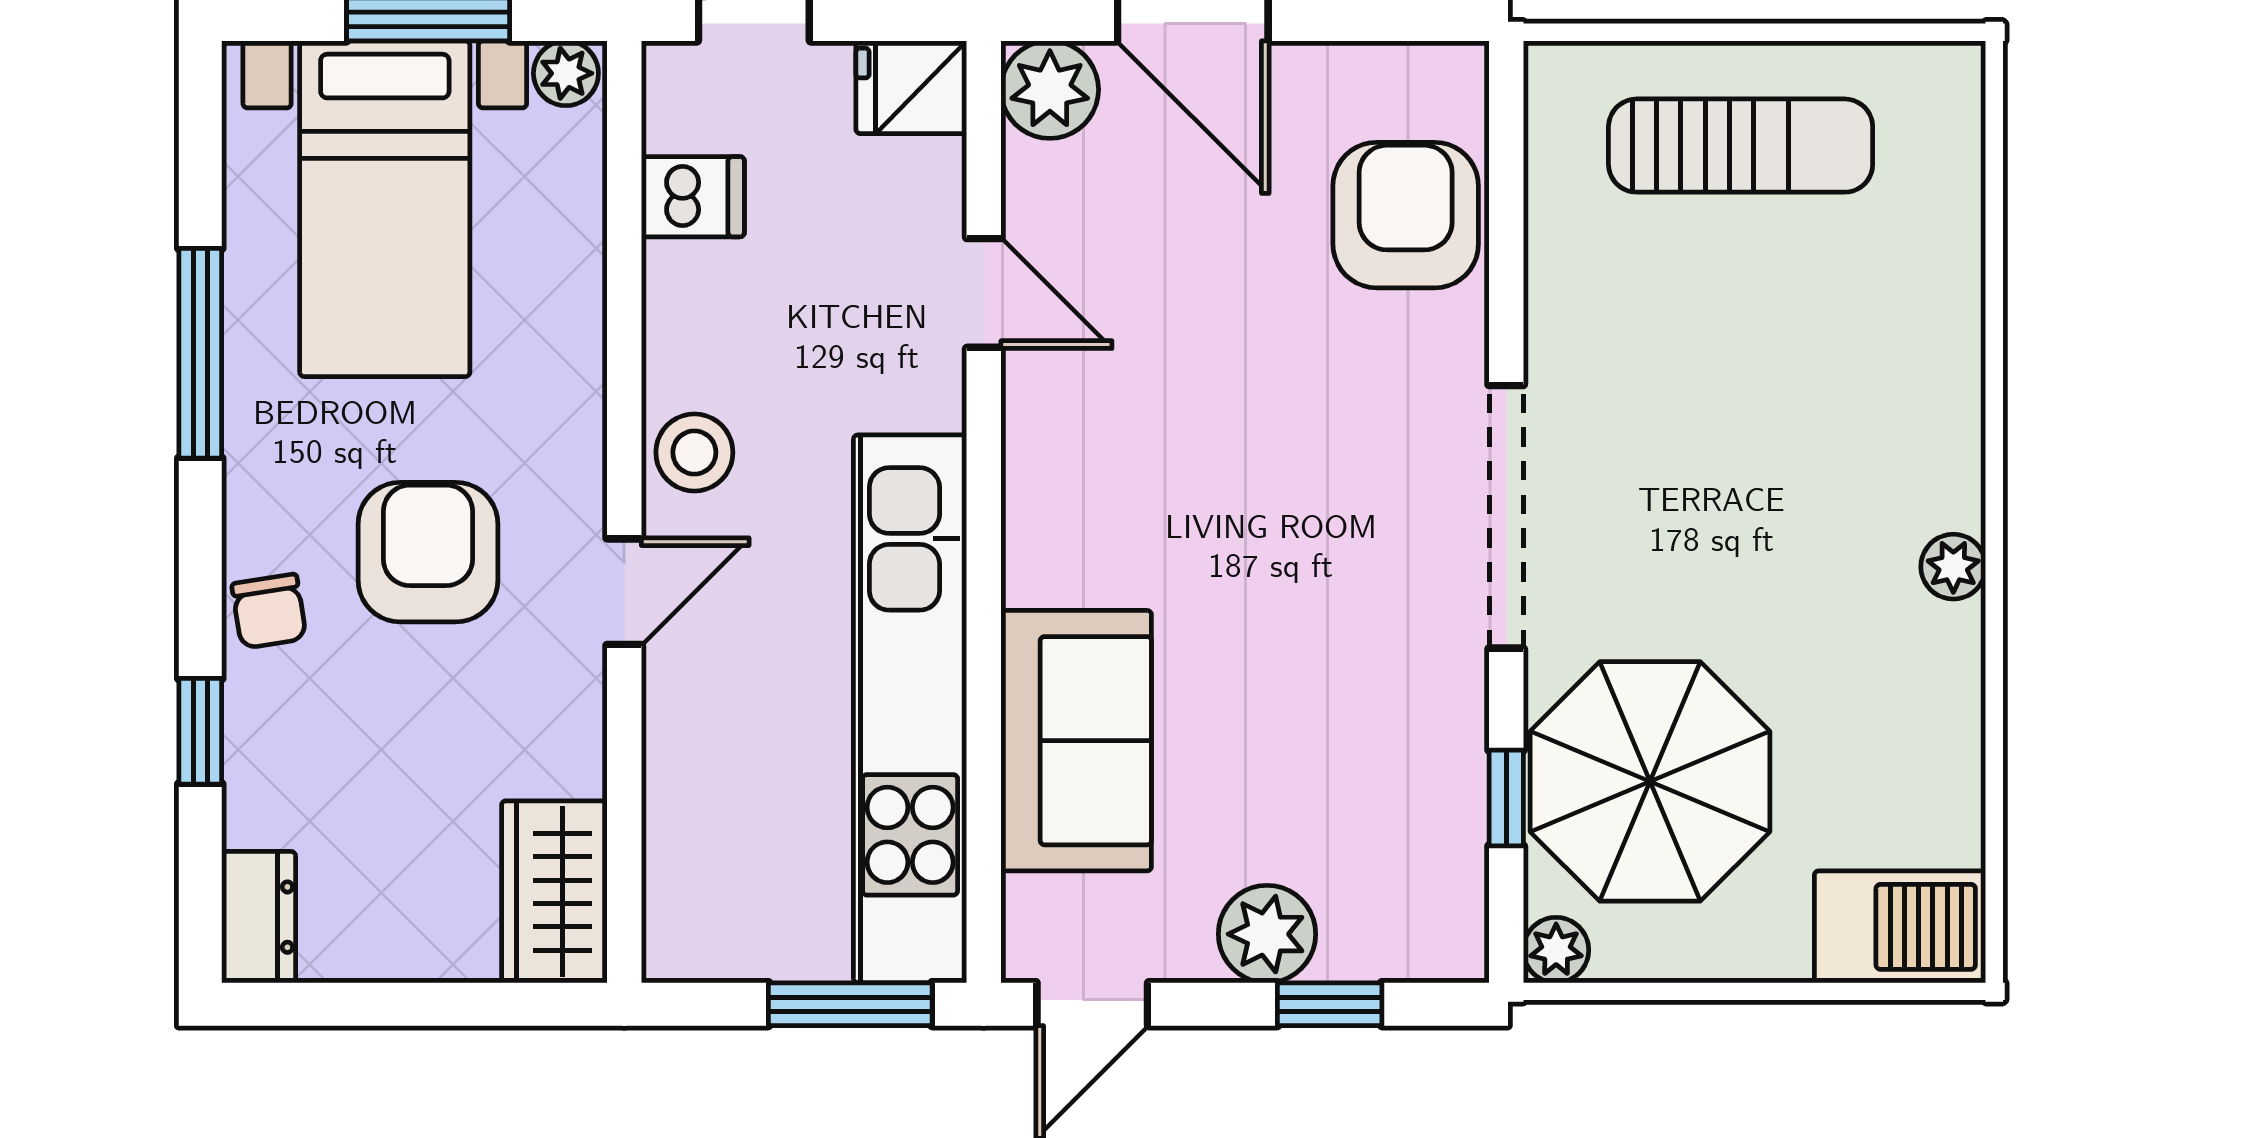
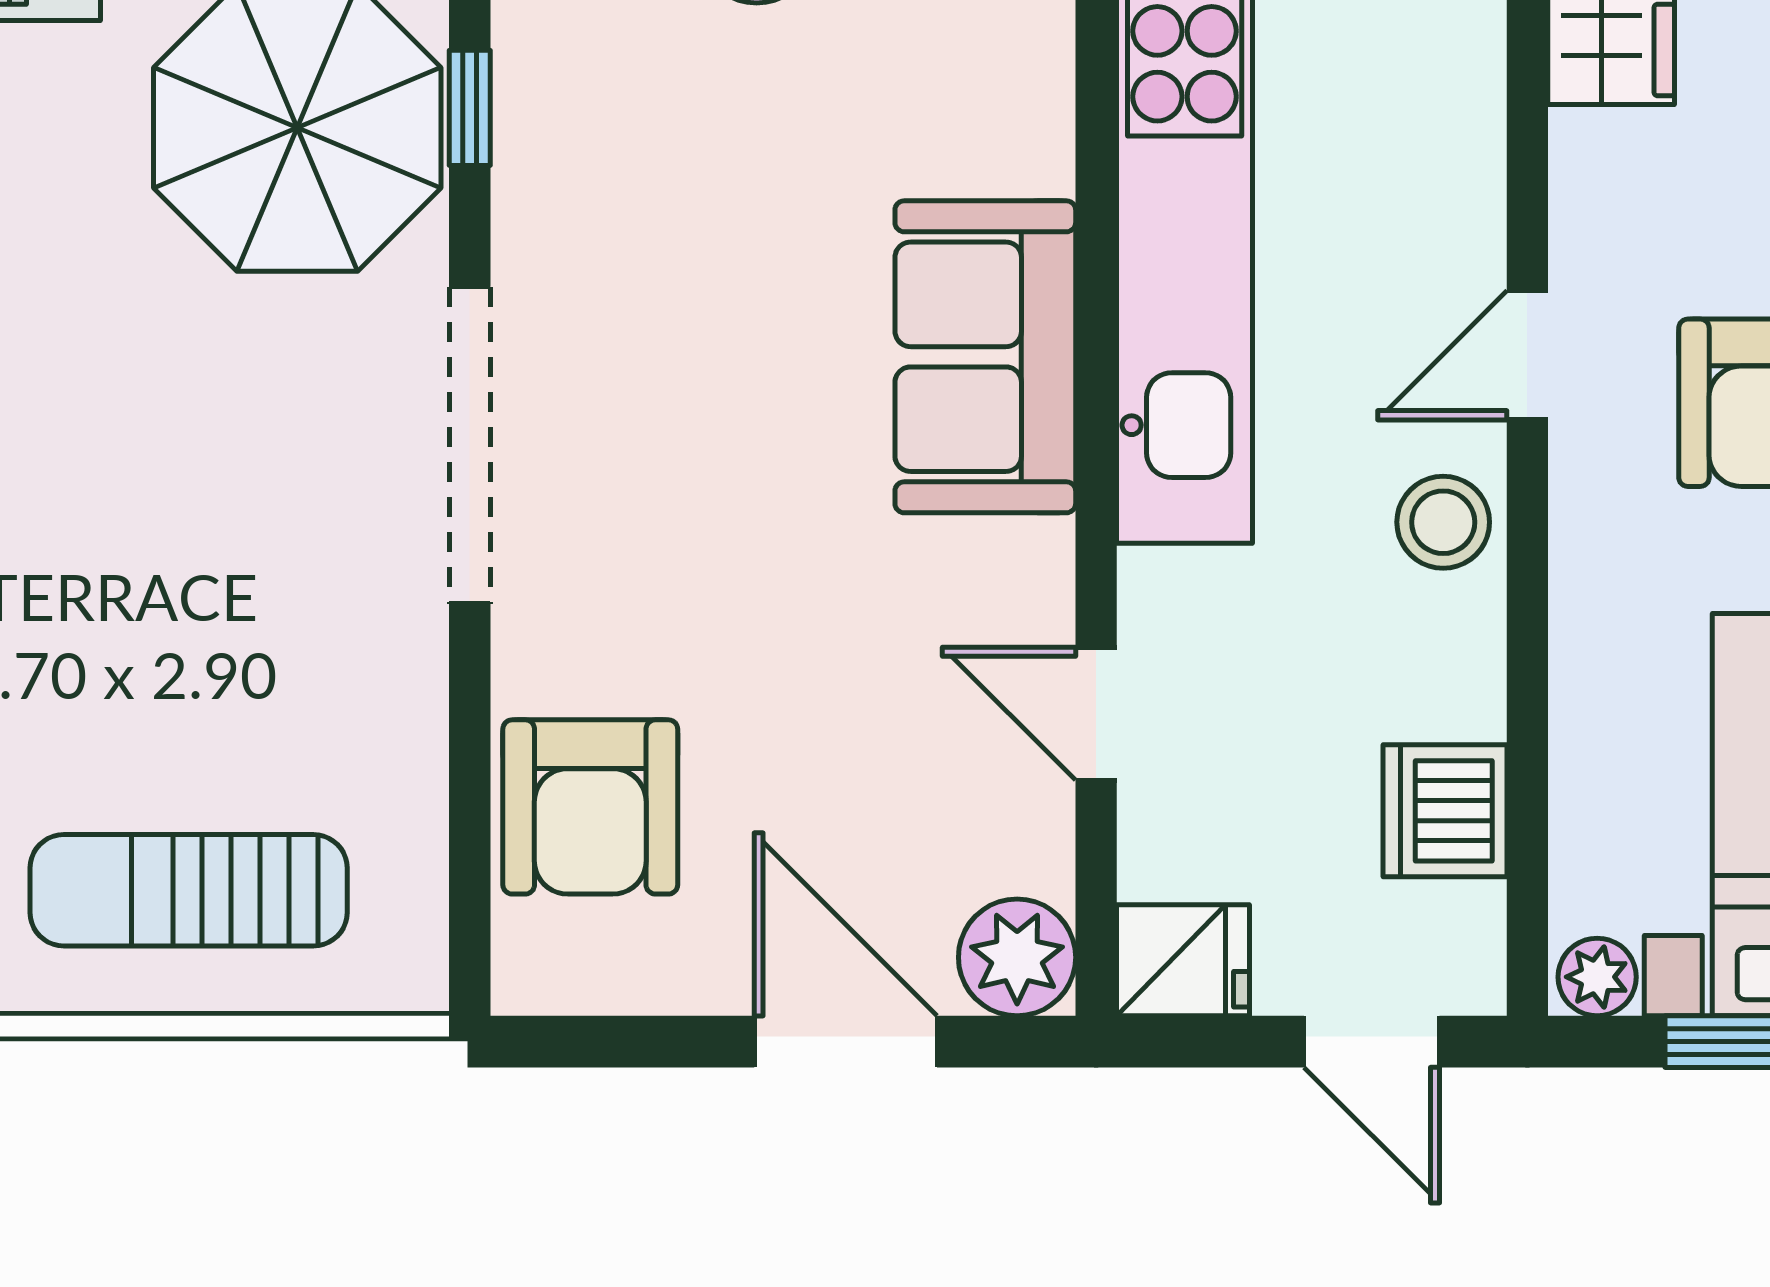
dishwasher: (693, 197) -> (1445, 811), width x1.38
sofa: (1076, 741) -> (985, 357), moved

